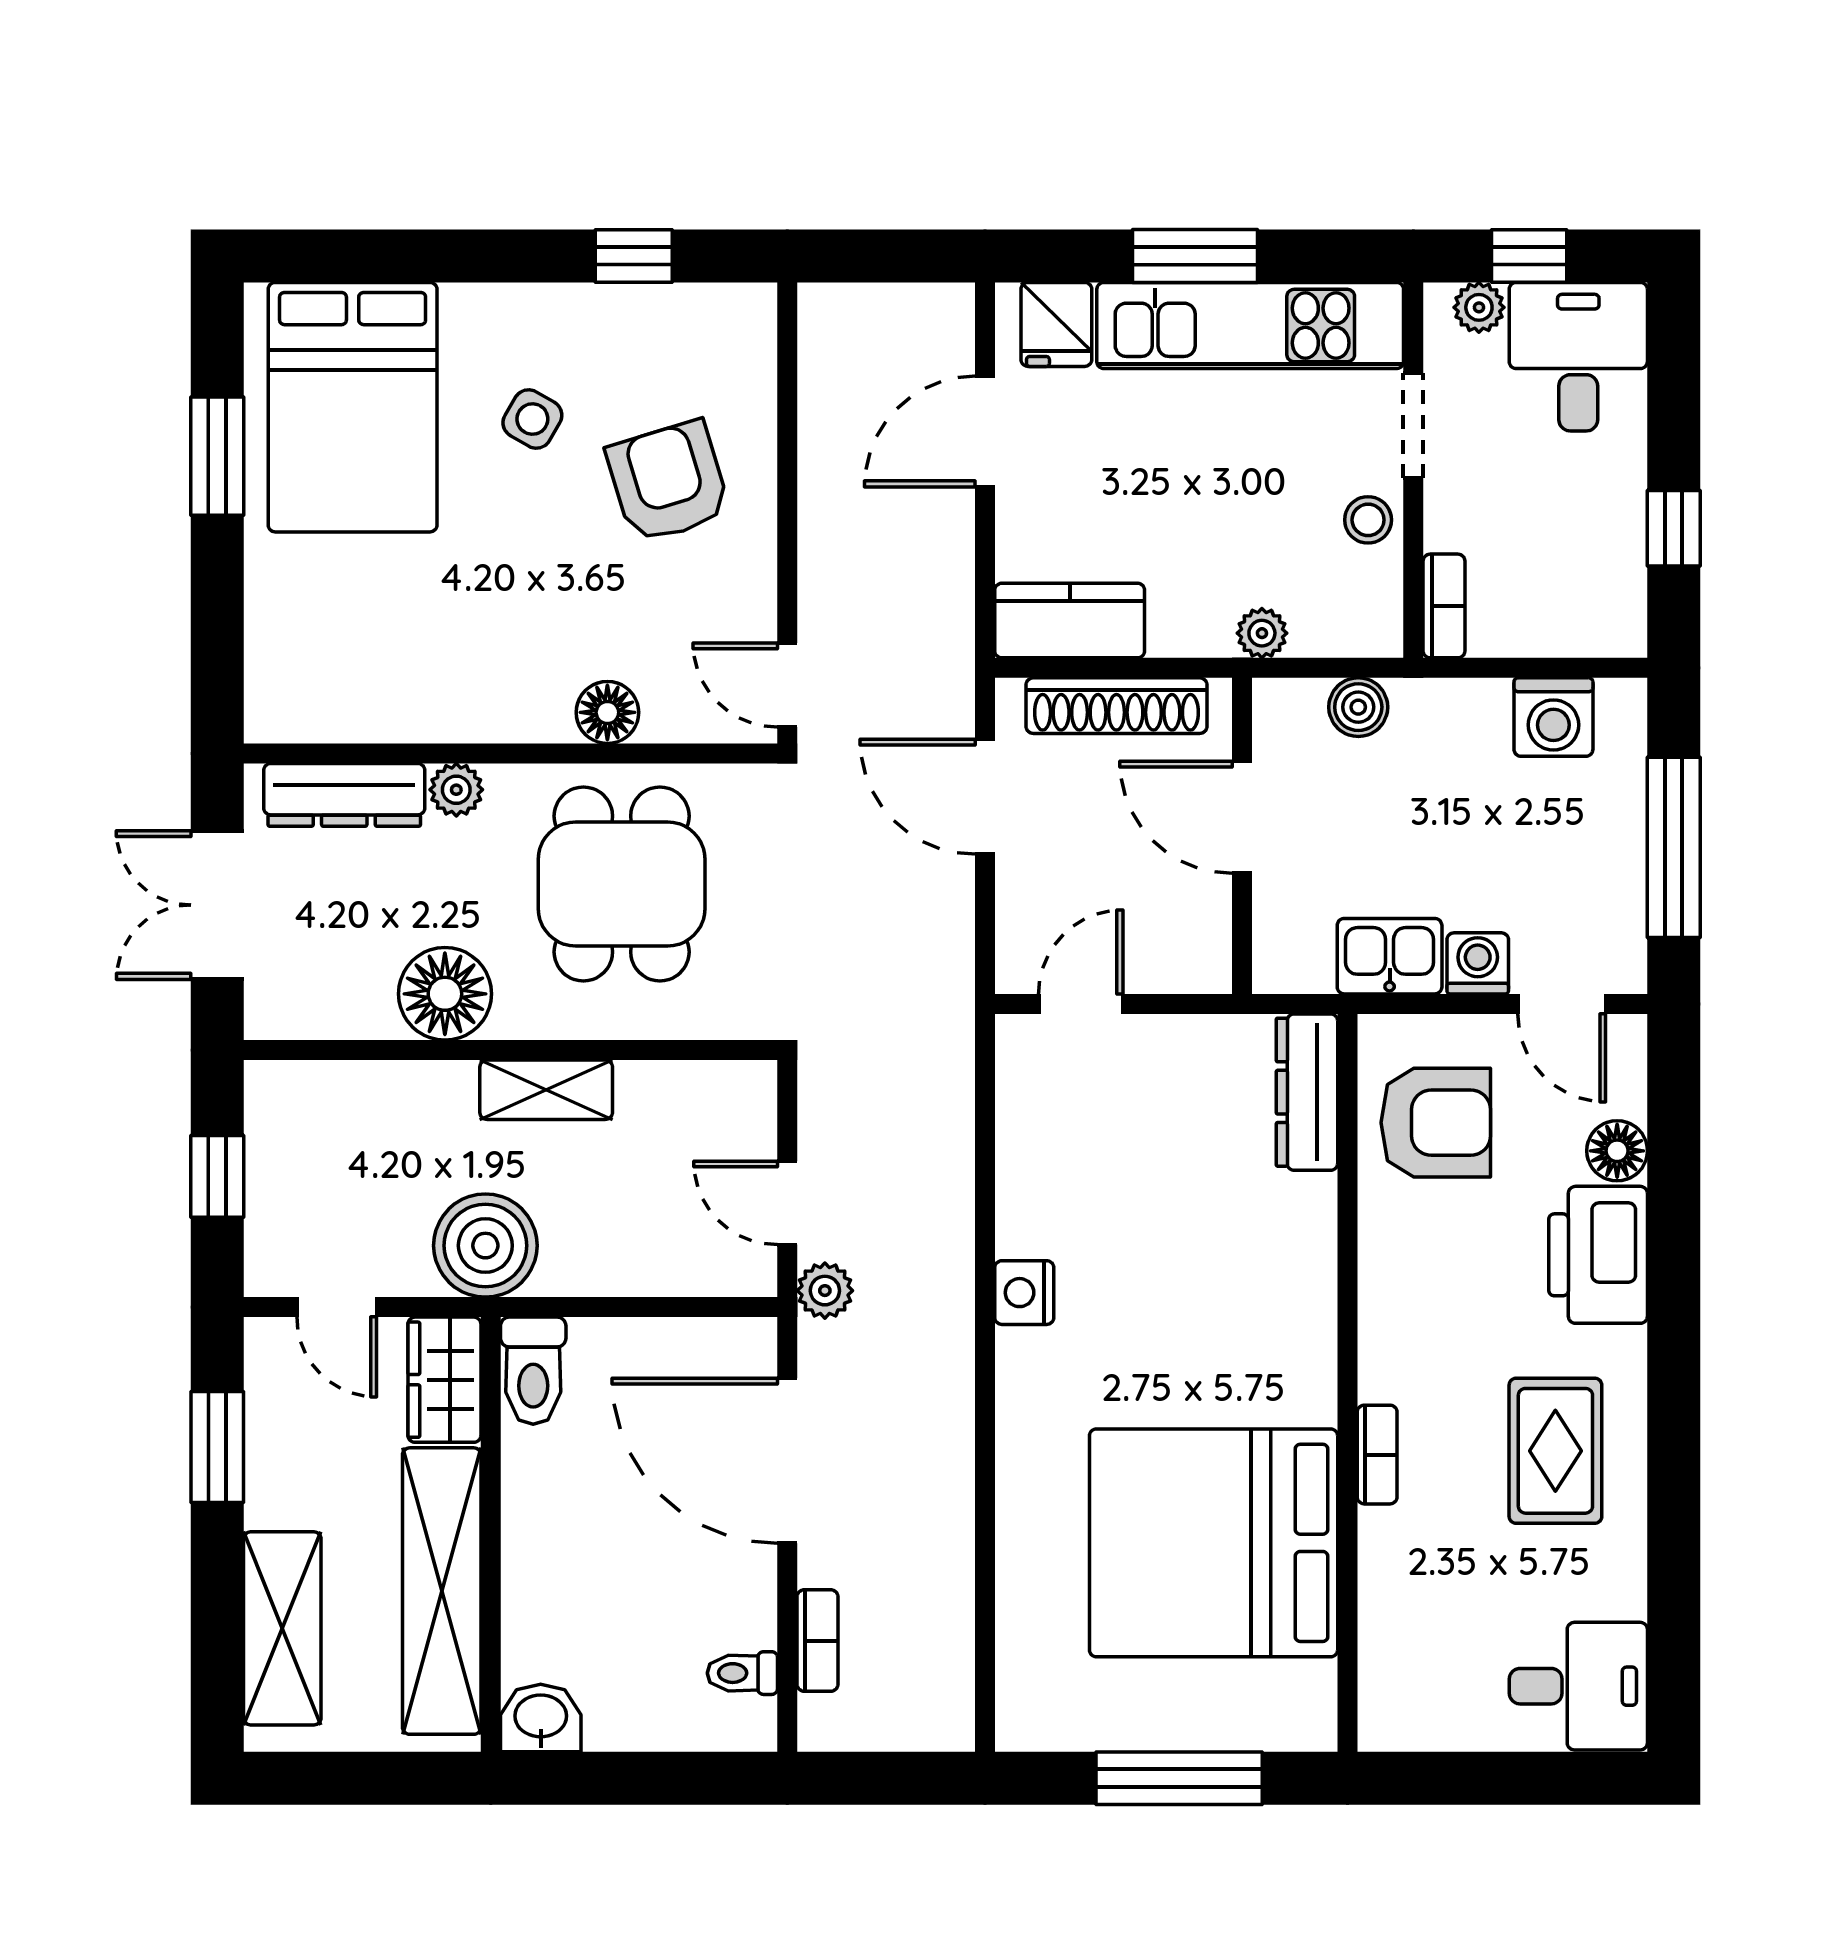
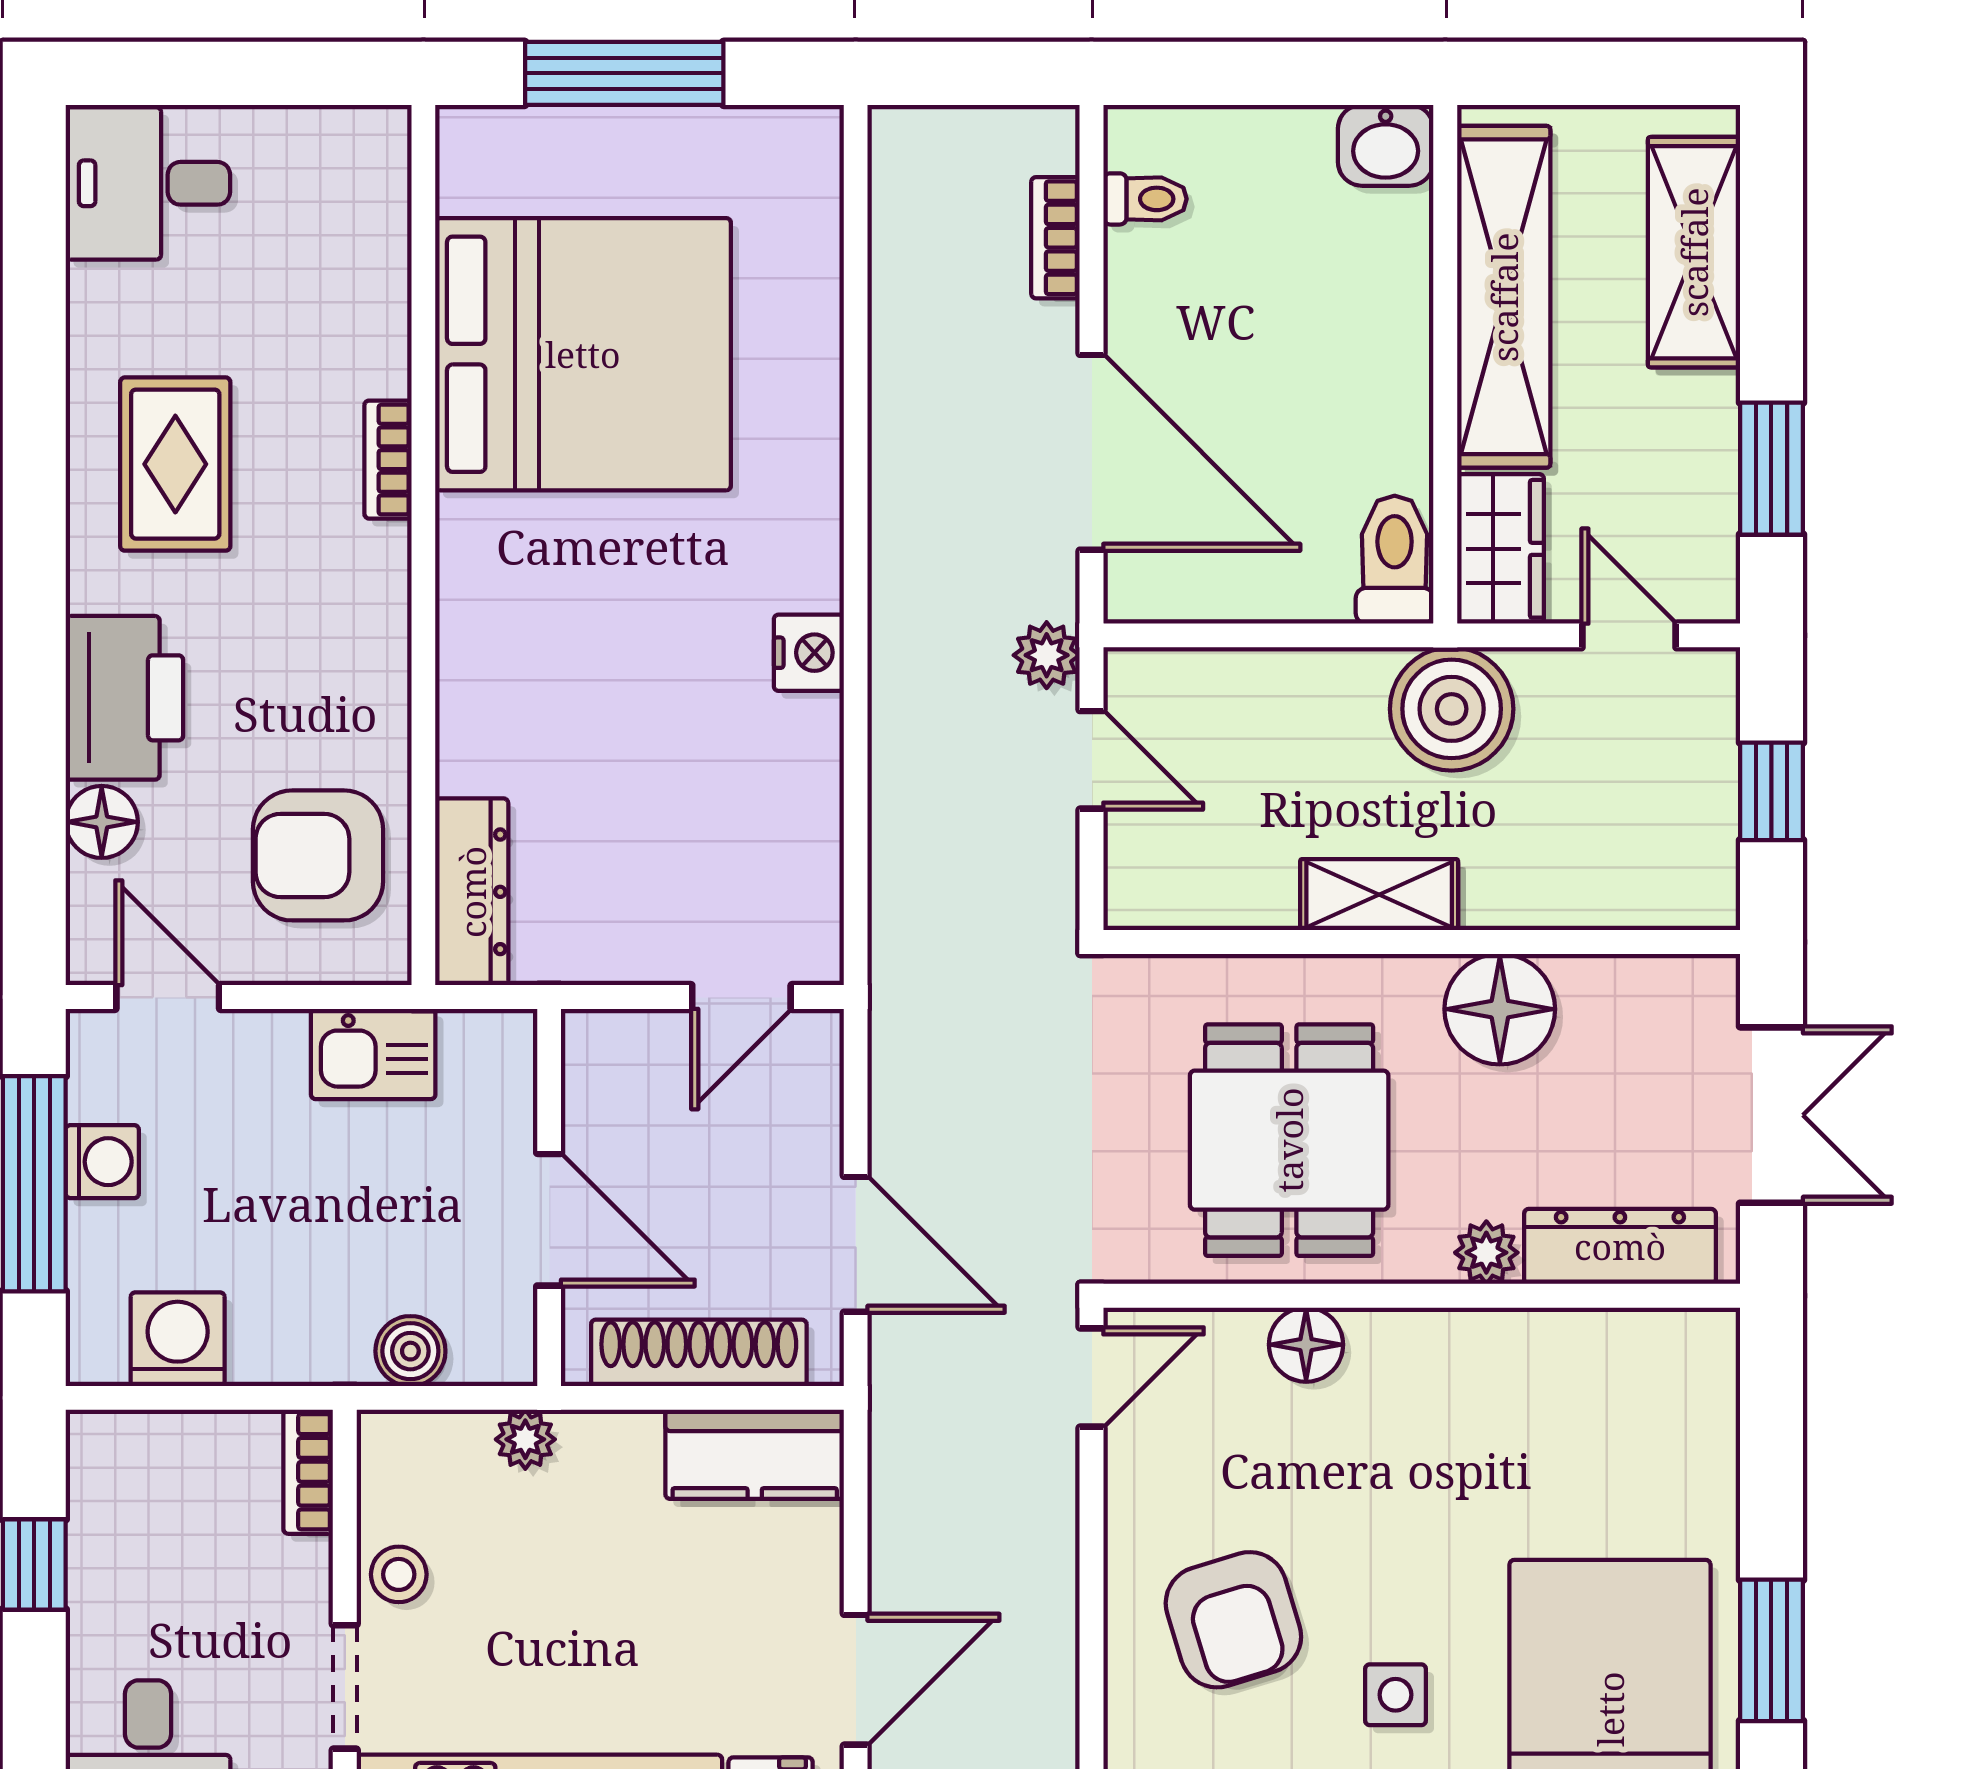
side table: (532, 419) -> (1395, 1695), turned -30
door: (787, 685) -> (1092, 1378), hinge flipped
washing machine: (1478, 963) -> (102, 1162), moved, turned -90

